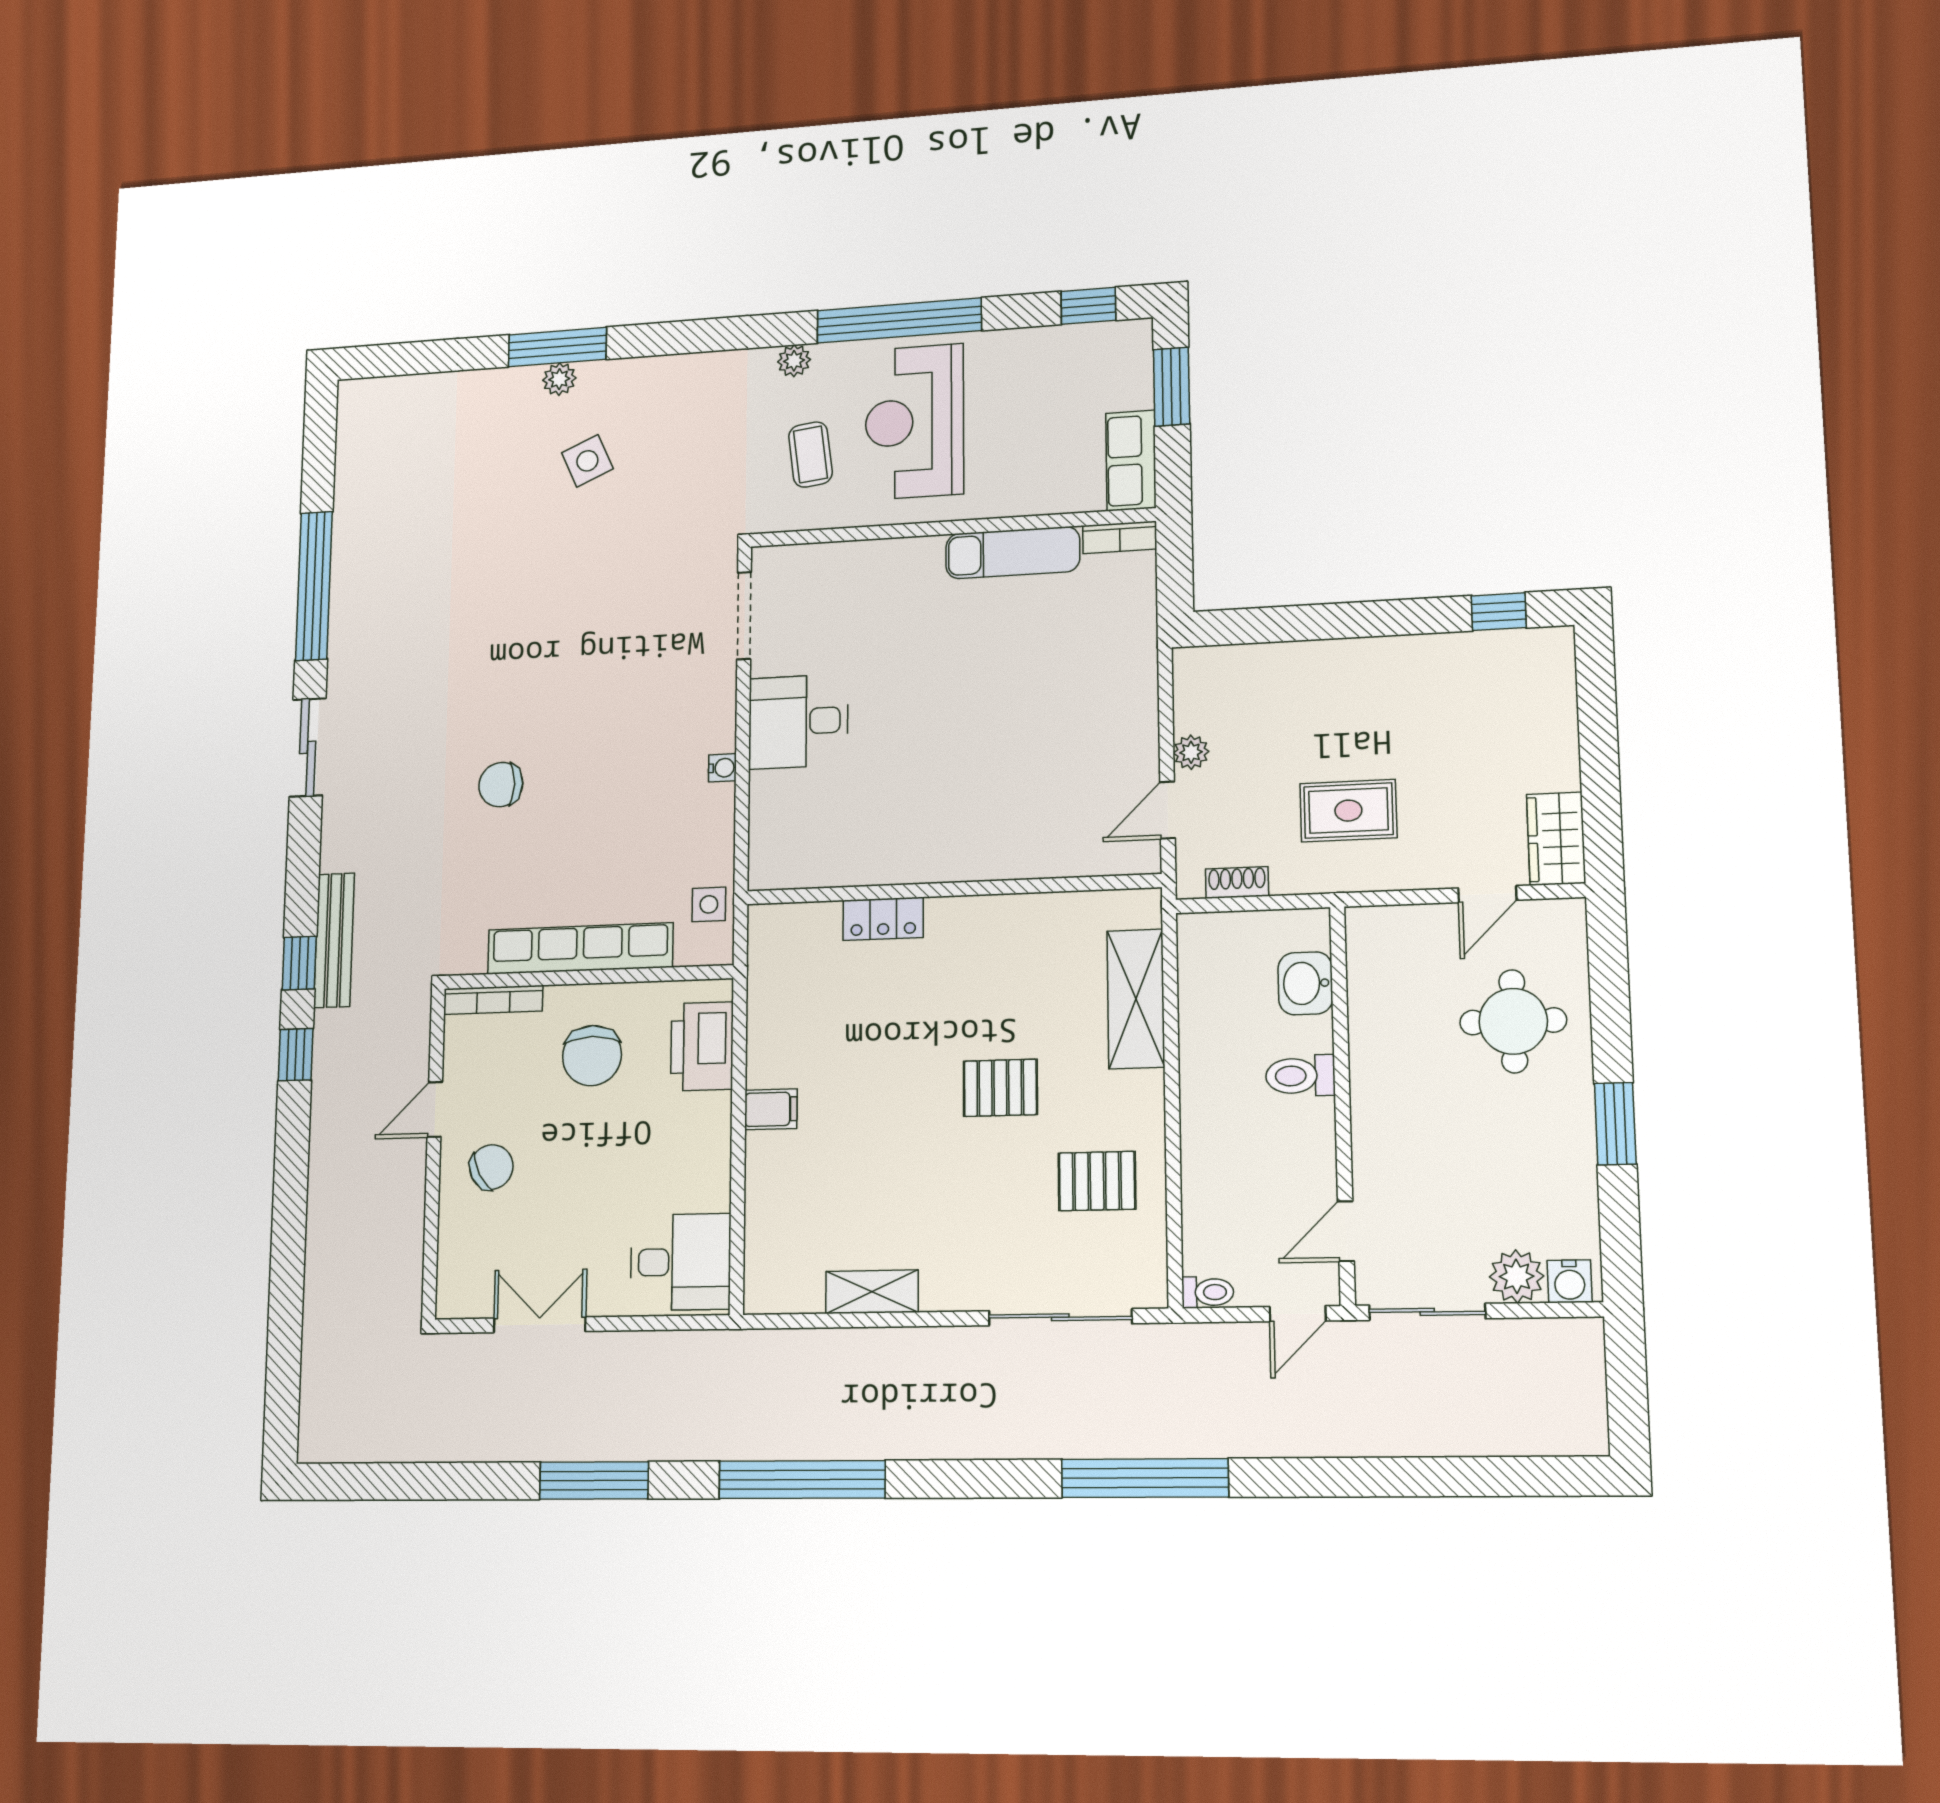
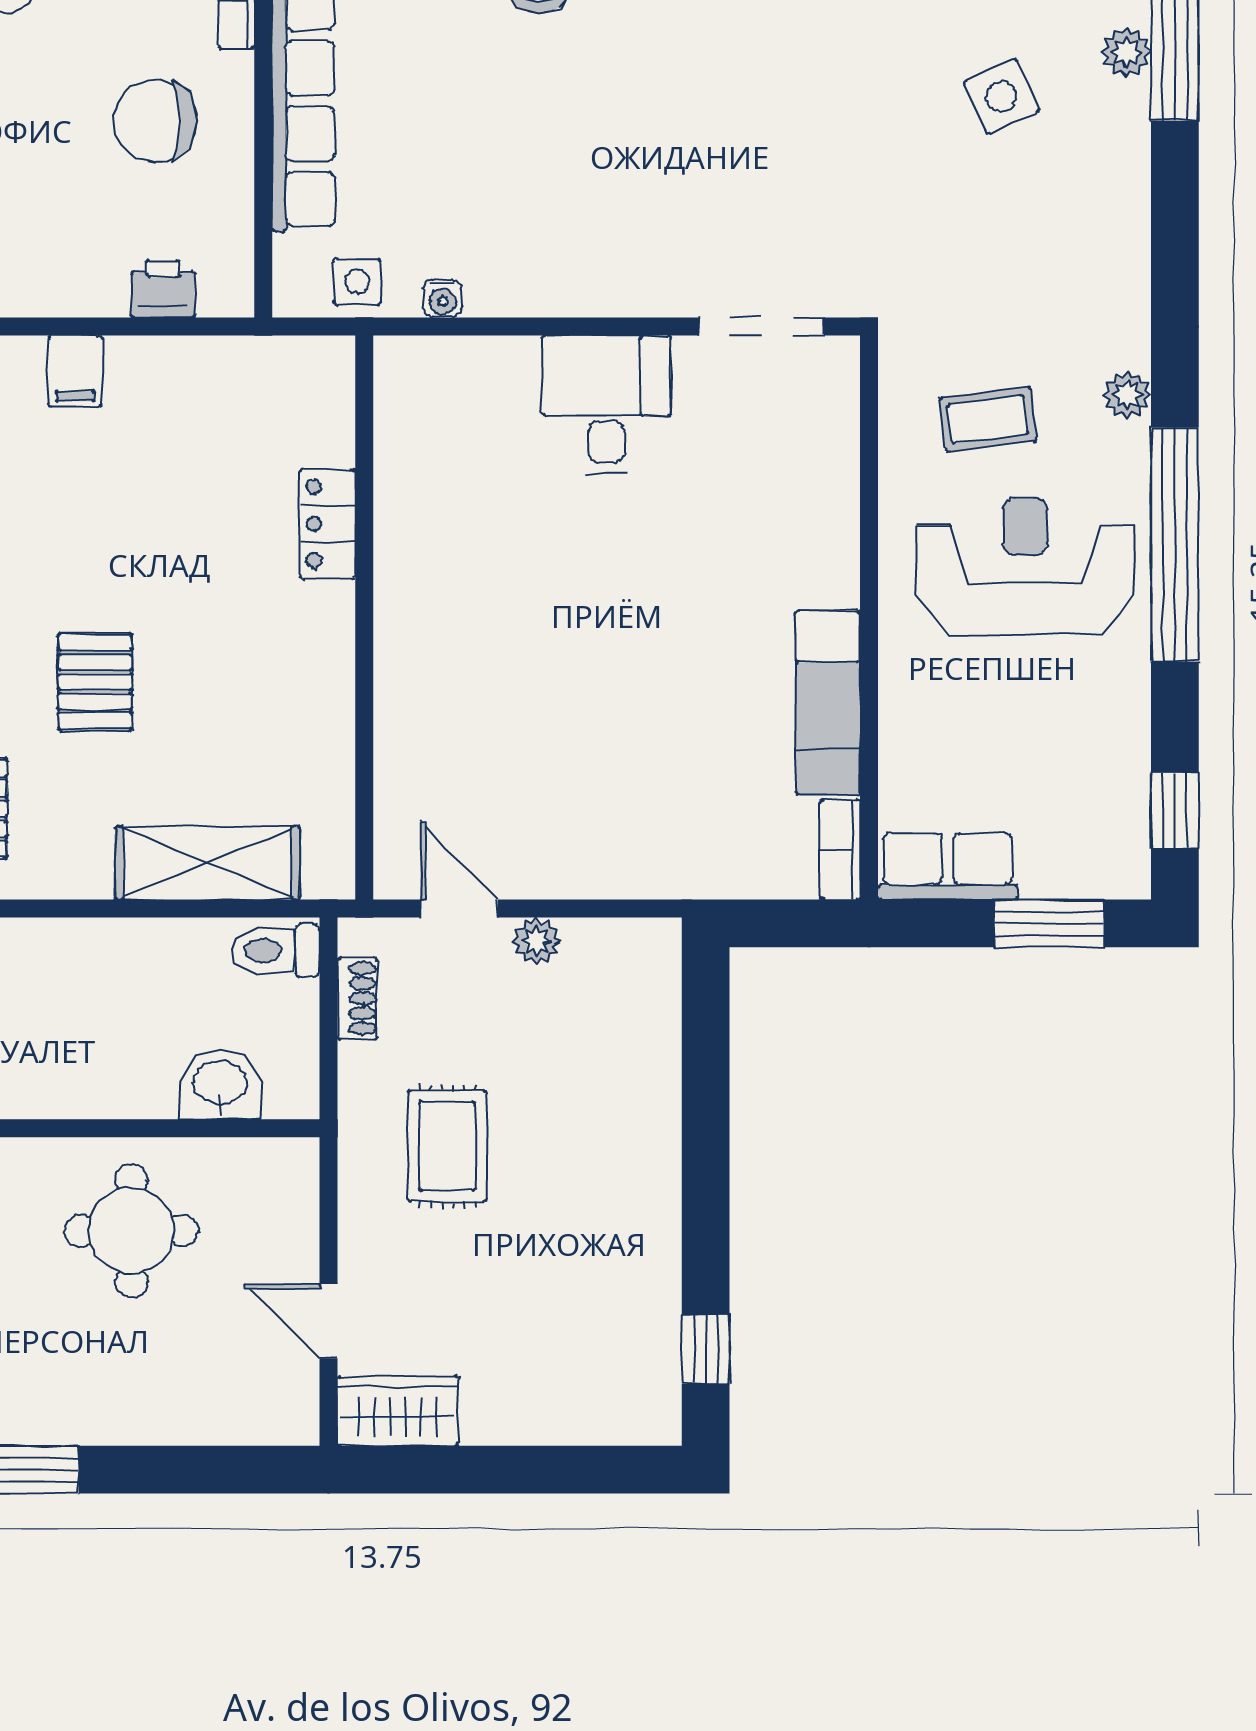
water cooler: (722, 768) -> (443, 298), moved
round table: (1513, 1021) -> (131, 1231), moved
printer: (702, 1046) -> (163, 289), width x0.53, depth x0.68
toilet: (1300, 1076) -> (276, 951), moved, turned -90

